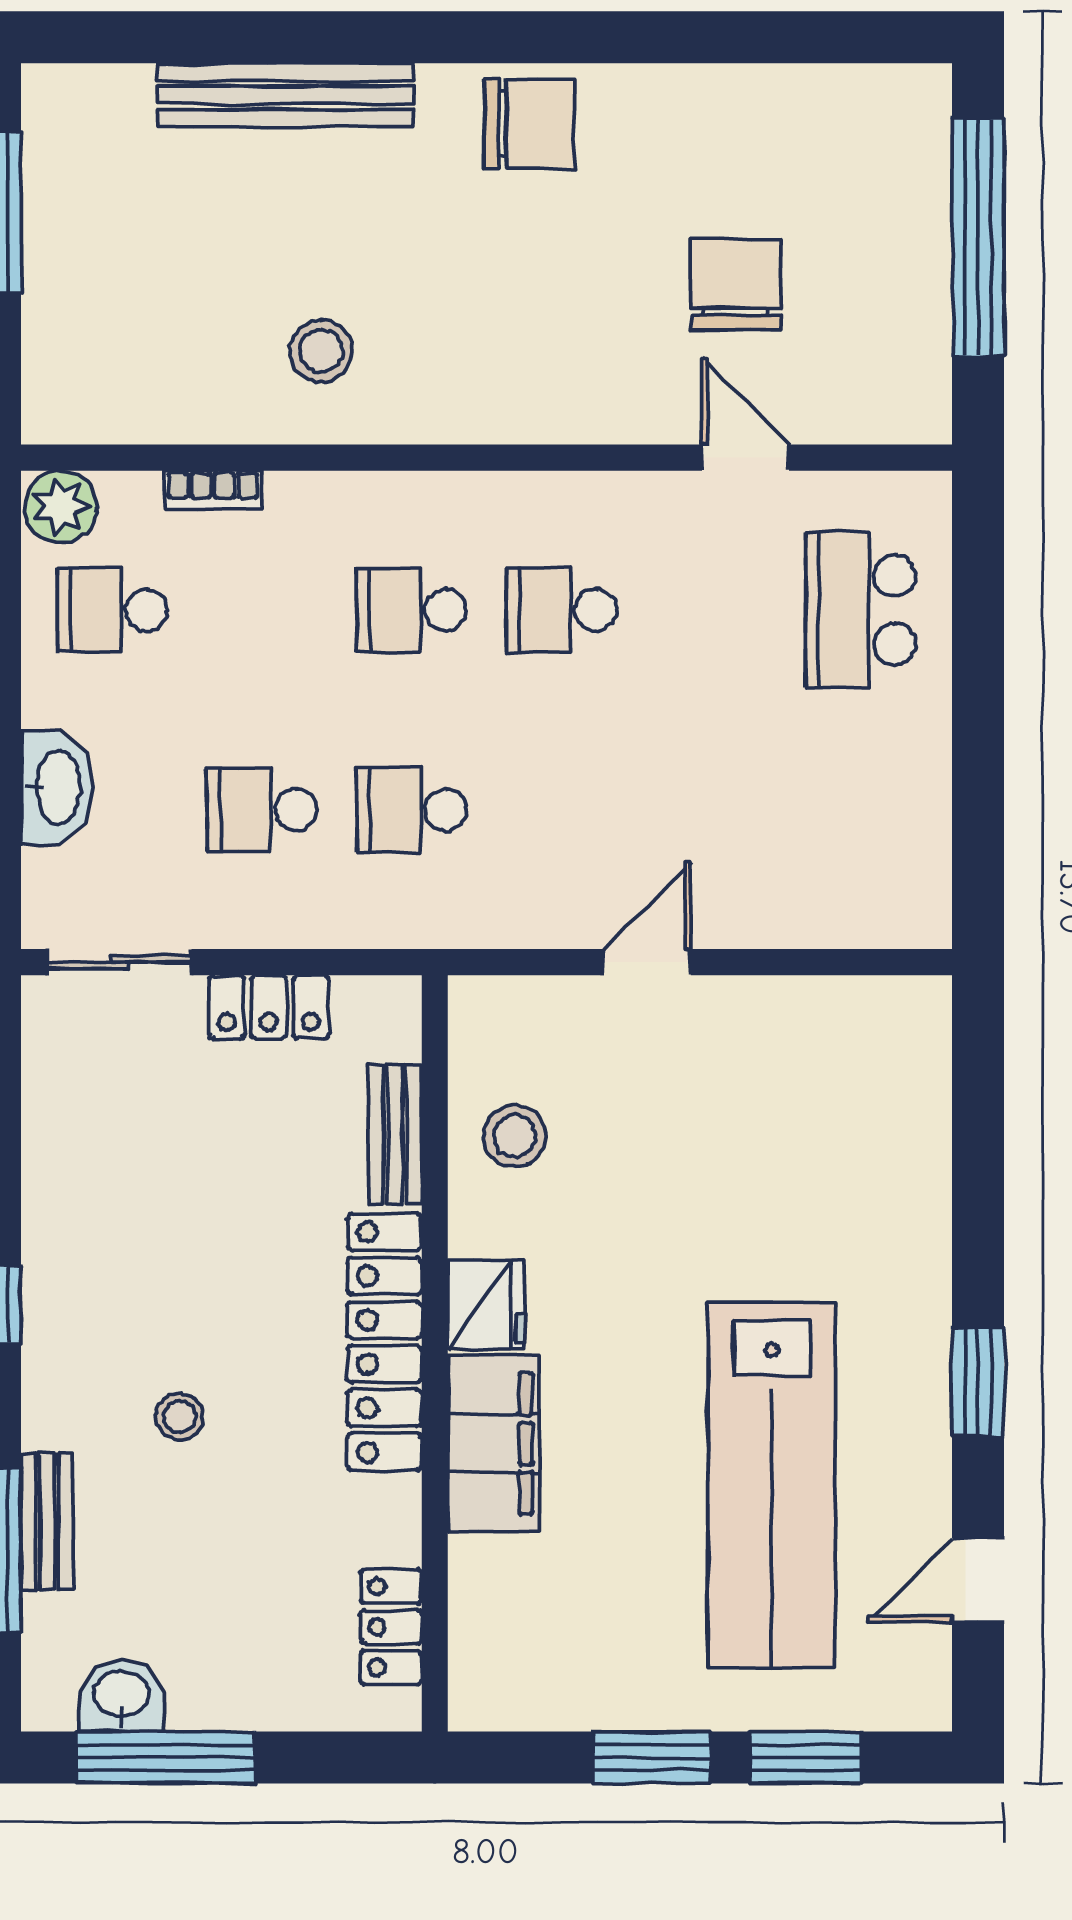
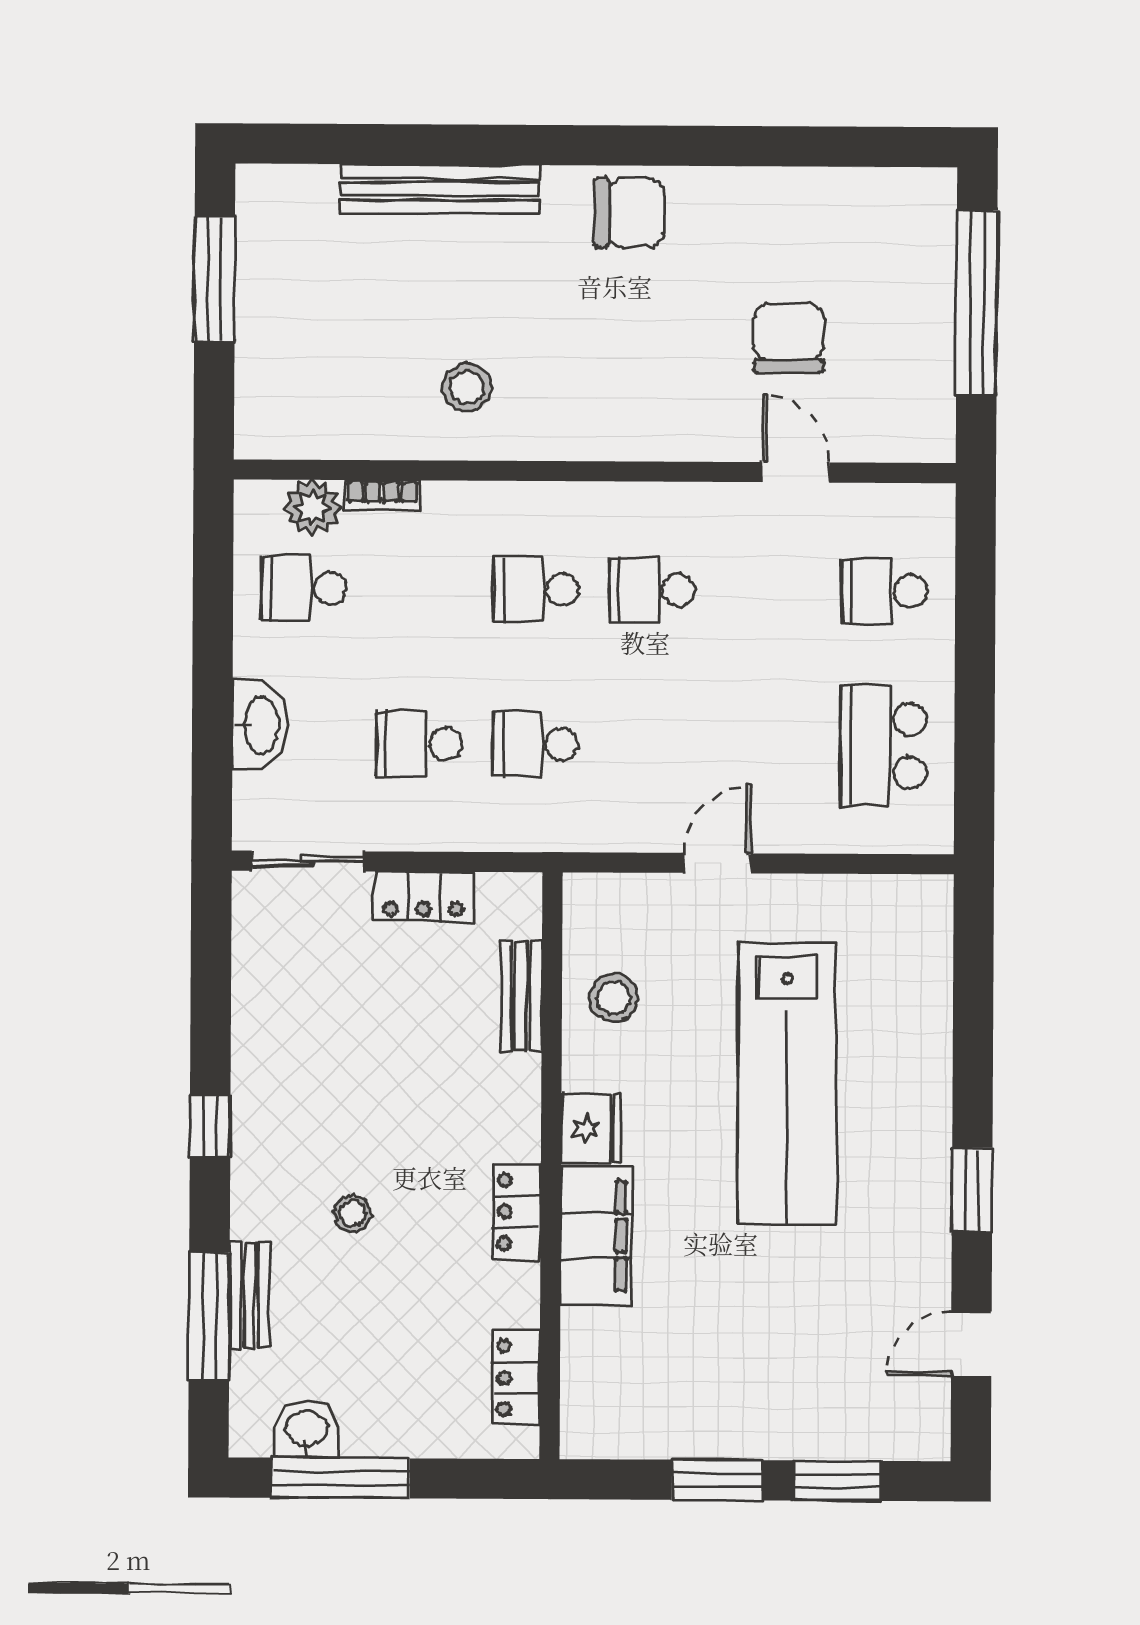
plant: (61, 507) -> (313, 508), moved
school desk: (861, 610) -> (884, 591), width x0.54
school desk: (861, 810) -> (883, 746), added
locker: (384, 1342) -> (517, 1212), width x0.46, depth x0.83
lab bench: (772, 1485) -> (787, 1083), moved

